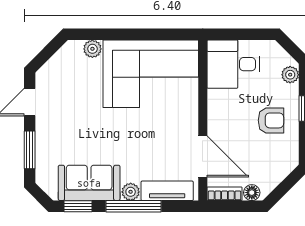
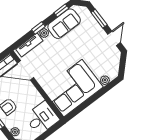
window: (134, 206) -> (38, 28), width x0.46

